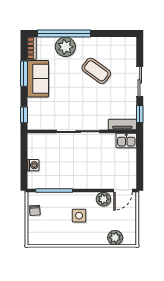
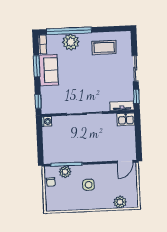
coffee table: (96, 71) -> (104, 47), moved, turned -36
washing machine: (33, 165) -> (47, 121), moved
plant: (103, 199) -> (65, 172), moved

